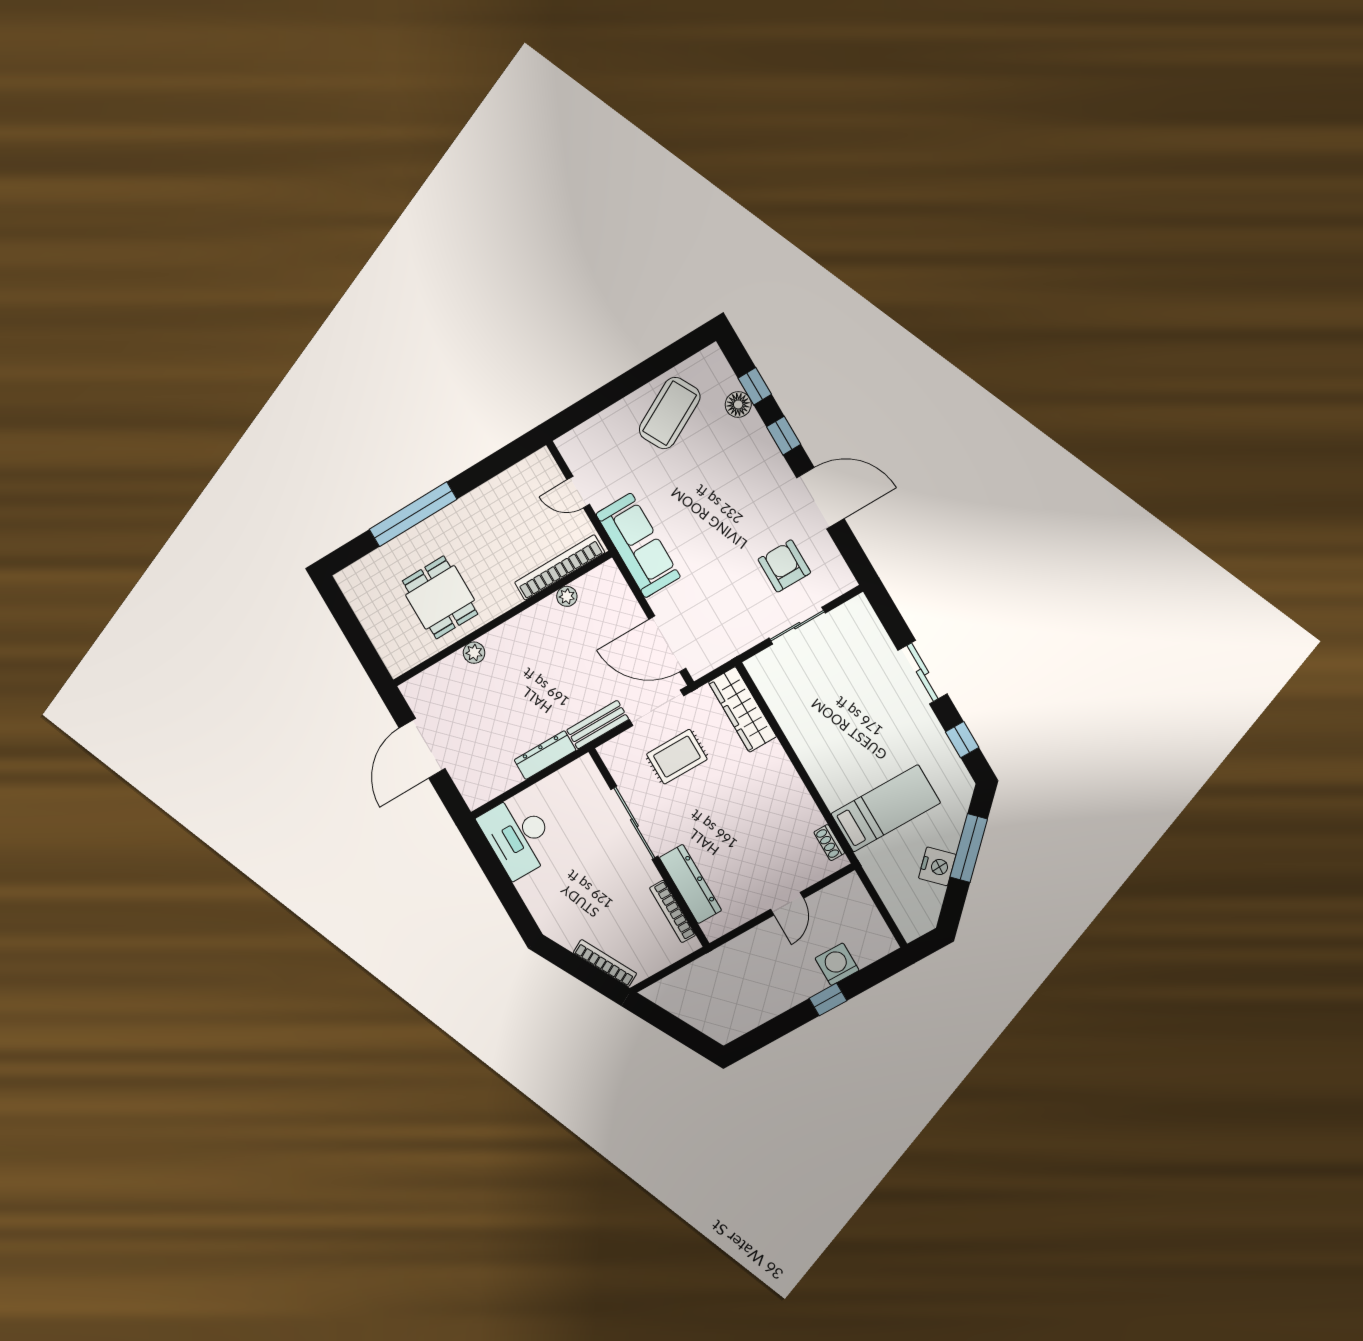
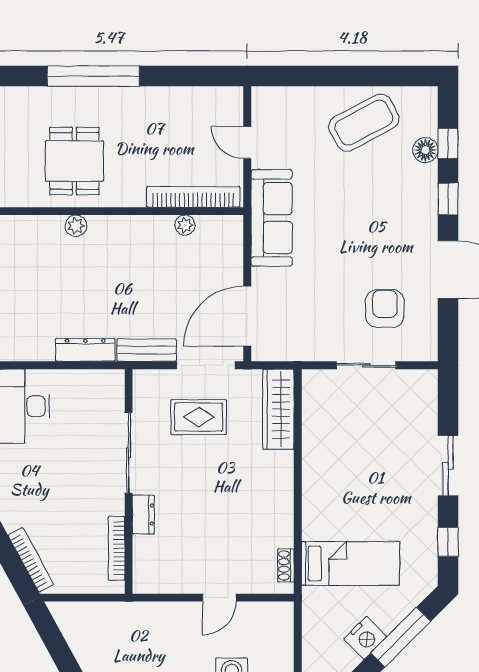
door: (667, 644) -> (247, 316), hinge flipped
dresser: (690, 884) -> (143, 515), width x0.51, depth x0.80

